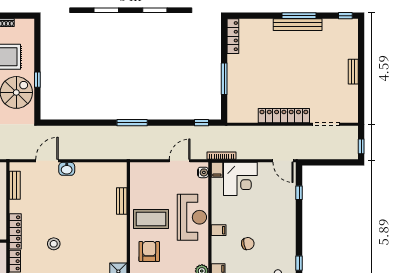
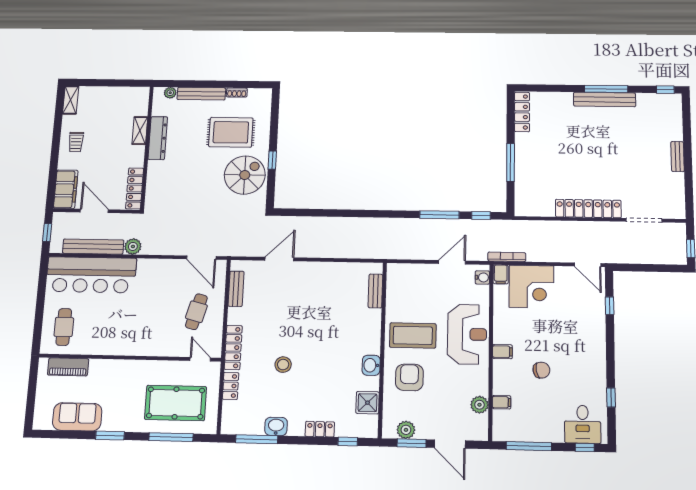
window: (132, 123) -> (439, 215), moved
washbasin: (67, 169) -> (371, 365), moved, turned 90
bench: (122, 201) -> (375, 291), moved

